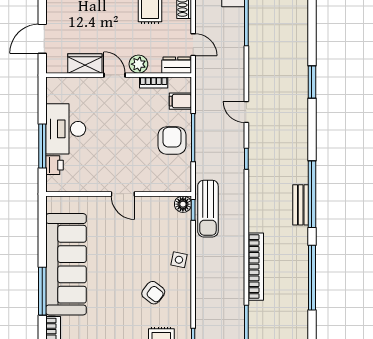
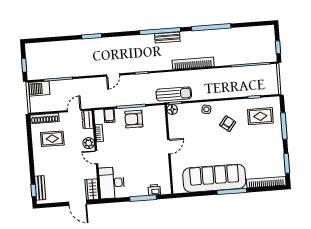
wardrobe: (85, 63) -> (92, 189), moved
door: (114, 75) -> (96, 157), hinge flipped
desk: (66, 129) -> (112, 183), moved, turned 90
bookcase: (256, 267) -> (193, 63), moved

